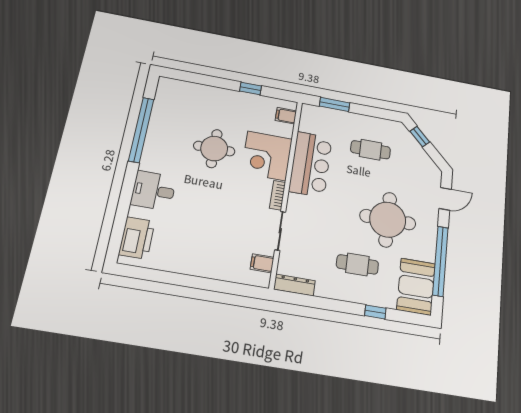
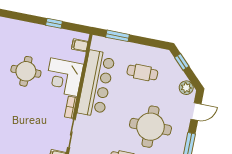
bar counter: (311, 164) -> (96, 84), width x1.36
plant: (429, 169) -> (186, 88), added

